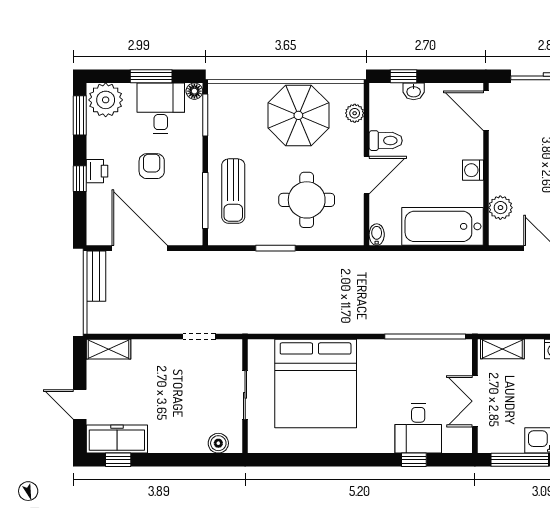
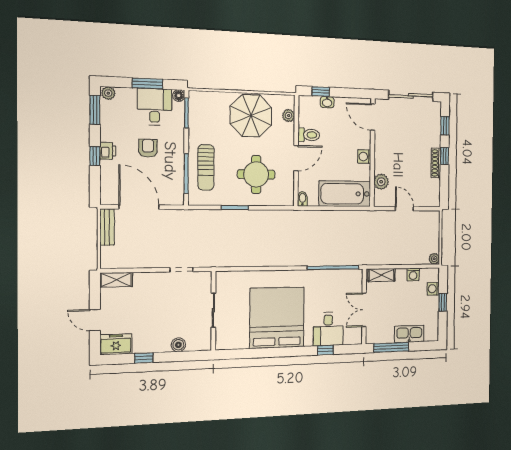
plant: (106, 100) -> (108, 93), width x0.53, depth x0.53
bed: (316, 383) -> (277, 318), moved, turned 180
freezer: (117, 439) -> (116, 344), width x0.71
boiler: (218, 443) -> (178, 345), moved
window: (118, 460) -> (144, 358), moved

